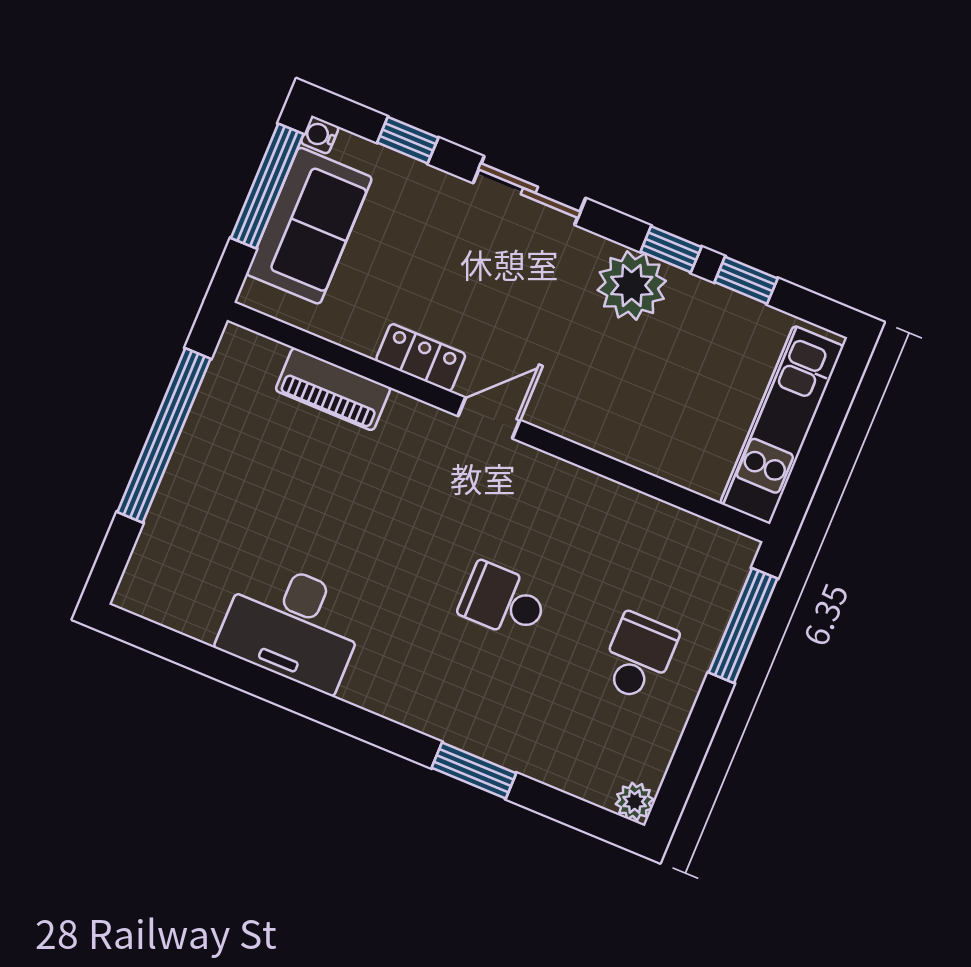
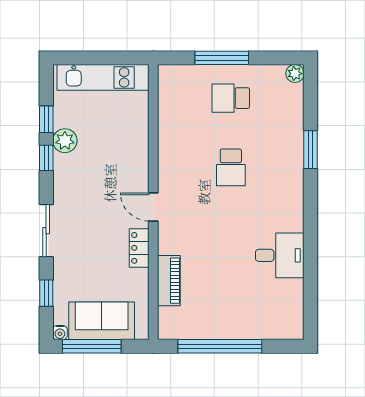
plant: (632, 285) -> (65, 141), moved, width x0.73, depth x0.73
desk: (293, 625) -> (280, 255), width x0.73
window: (743, 626) -> (222, 58), moved

